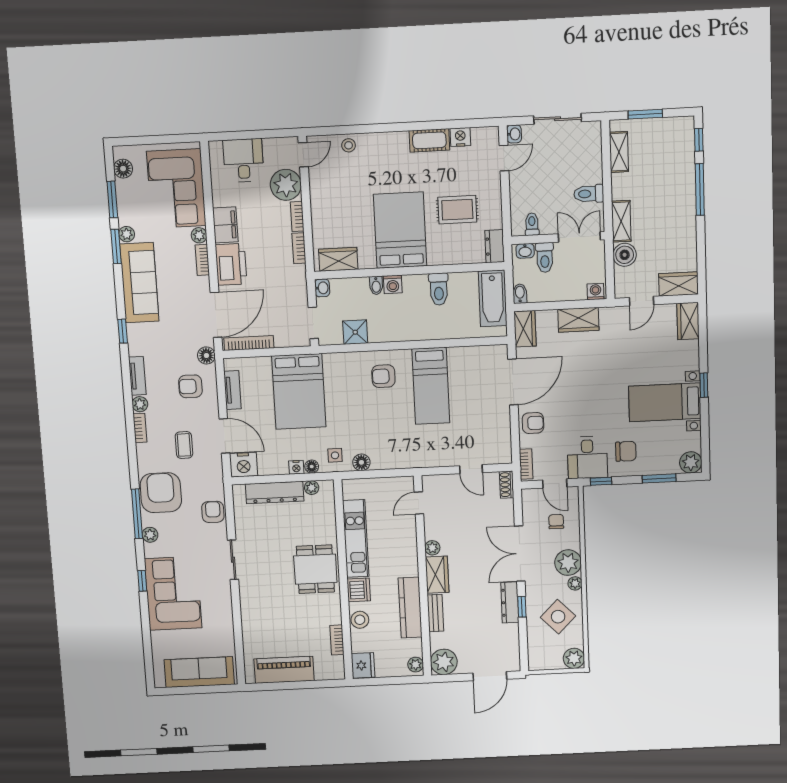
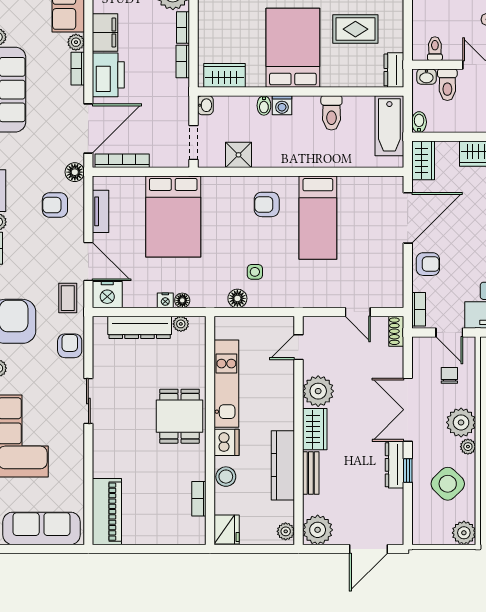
coffee table: (184, 445) -> (68, 298), moved
side table: (335, 455) -> (255, 272), moved
plant: (432, 548) -> (318, 391), width x1.88, depth x1.88
piano: (284, 670) -> (107, 512), moved, turned 90

